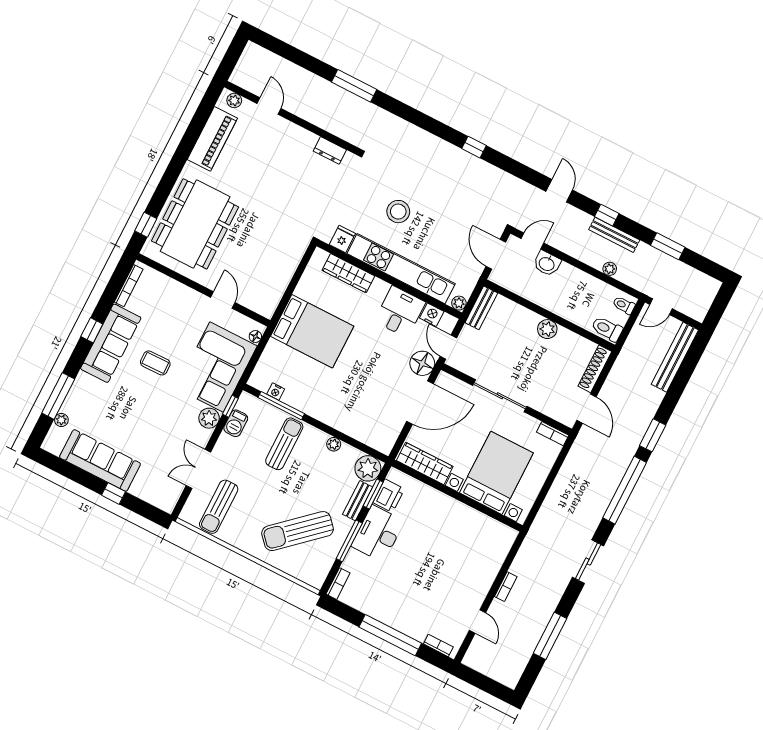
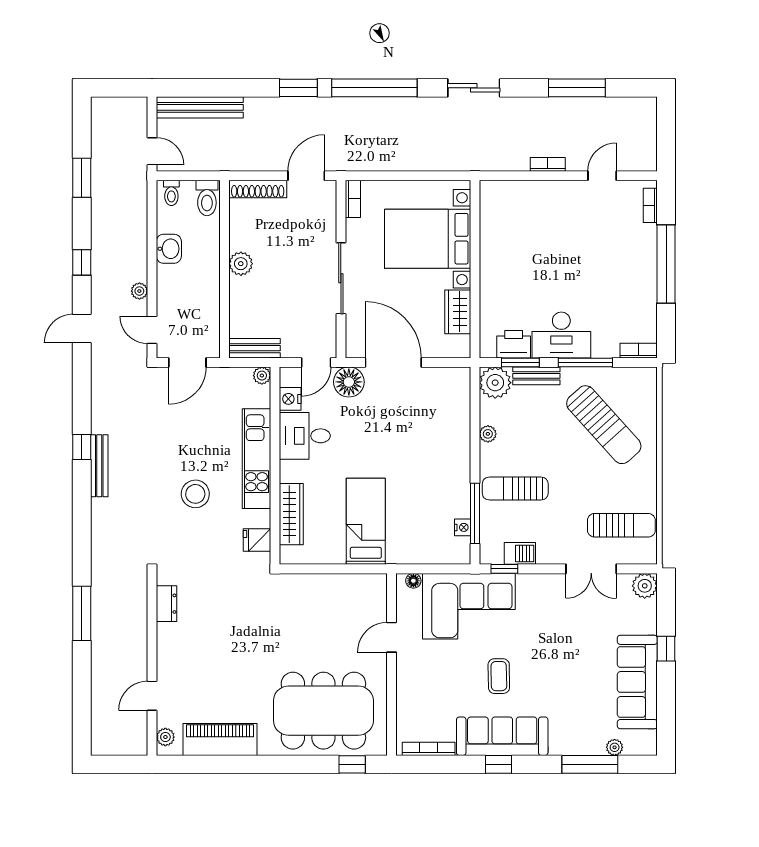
bench: (614, 235) -> (99, 466), moved
washbasin: (547, 264) -> (169, 249), moved
kitchen unit: (401, 269) -> (257, 459), width x0.73
plant: (610, 269) -> (139, 291), moved
bed: (312, 331) -> (366, 521), width x0.67
plant: (209, 418) -> (645, 586), moved
wardrobe: (425, 464) -> (458, 312), width x0.67

